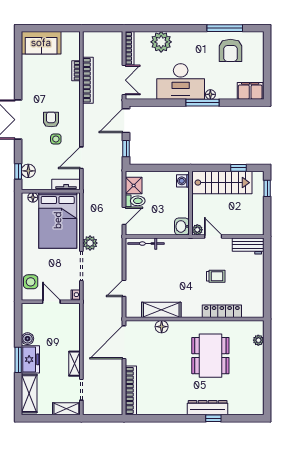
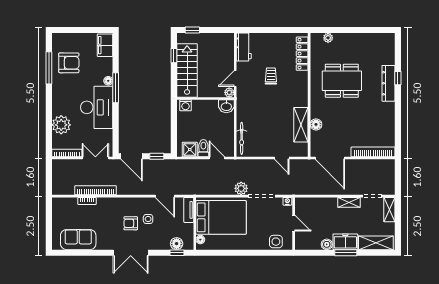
sofa: (41, 43) -> (78, 240), moved, turned -90
door: (51, 302) -> (294, 223), swing flipped
locker: (222, 311) -> (302, 54), moved

